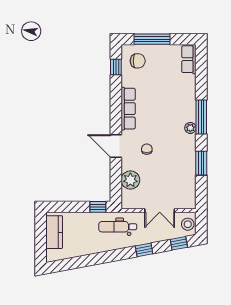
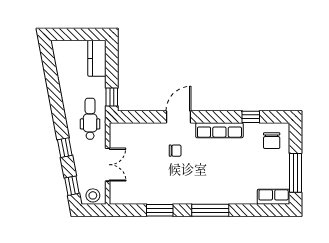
window: (152, 39) -> (295, 173), moved
window: (116, 67) -> (251, 117), moved
plant: (190, 128) -> (198, 198), removed
plant: (130, 180) -> (141, 133), removed
double door: (160, 211) -> (108, 165), swing flipped
kitchen counter: (54, 232) -> (97, 58), moved, turned 90

